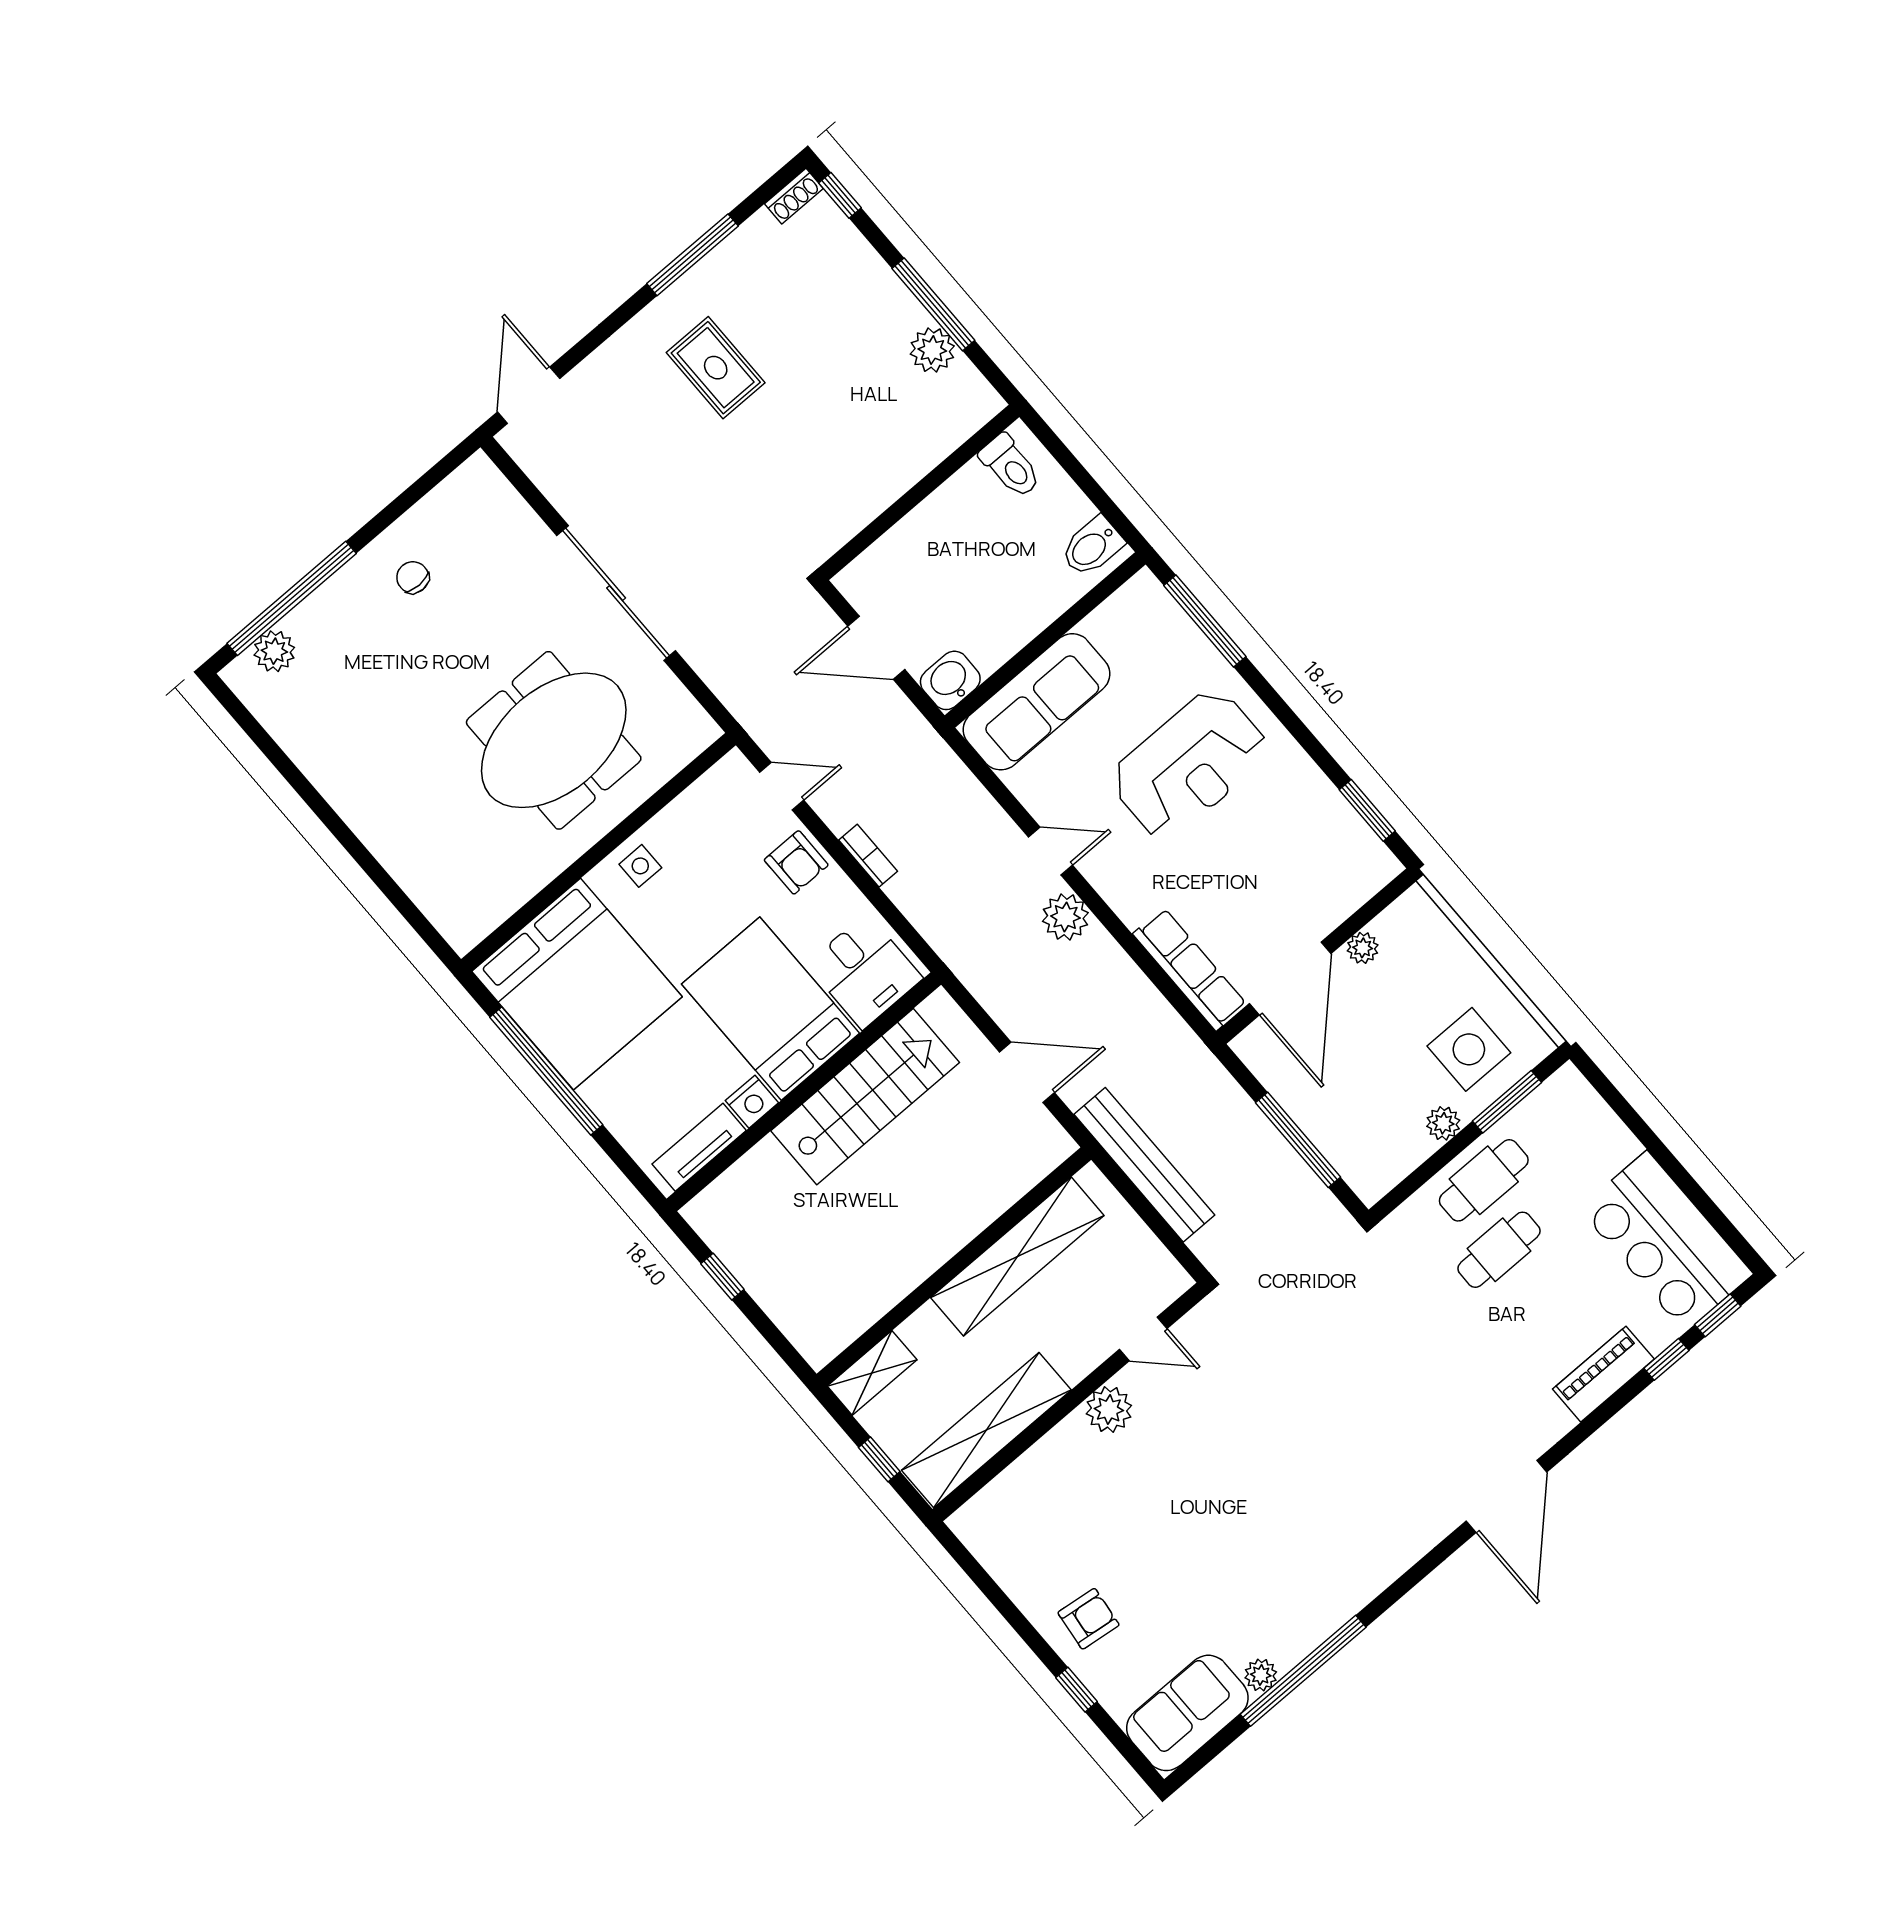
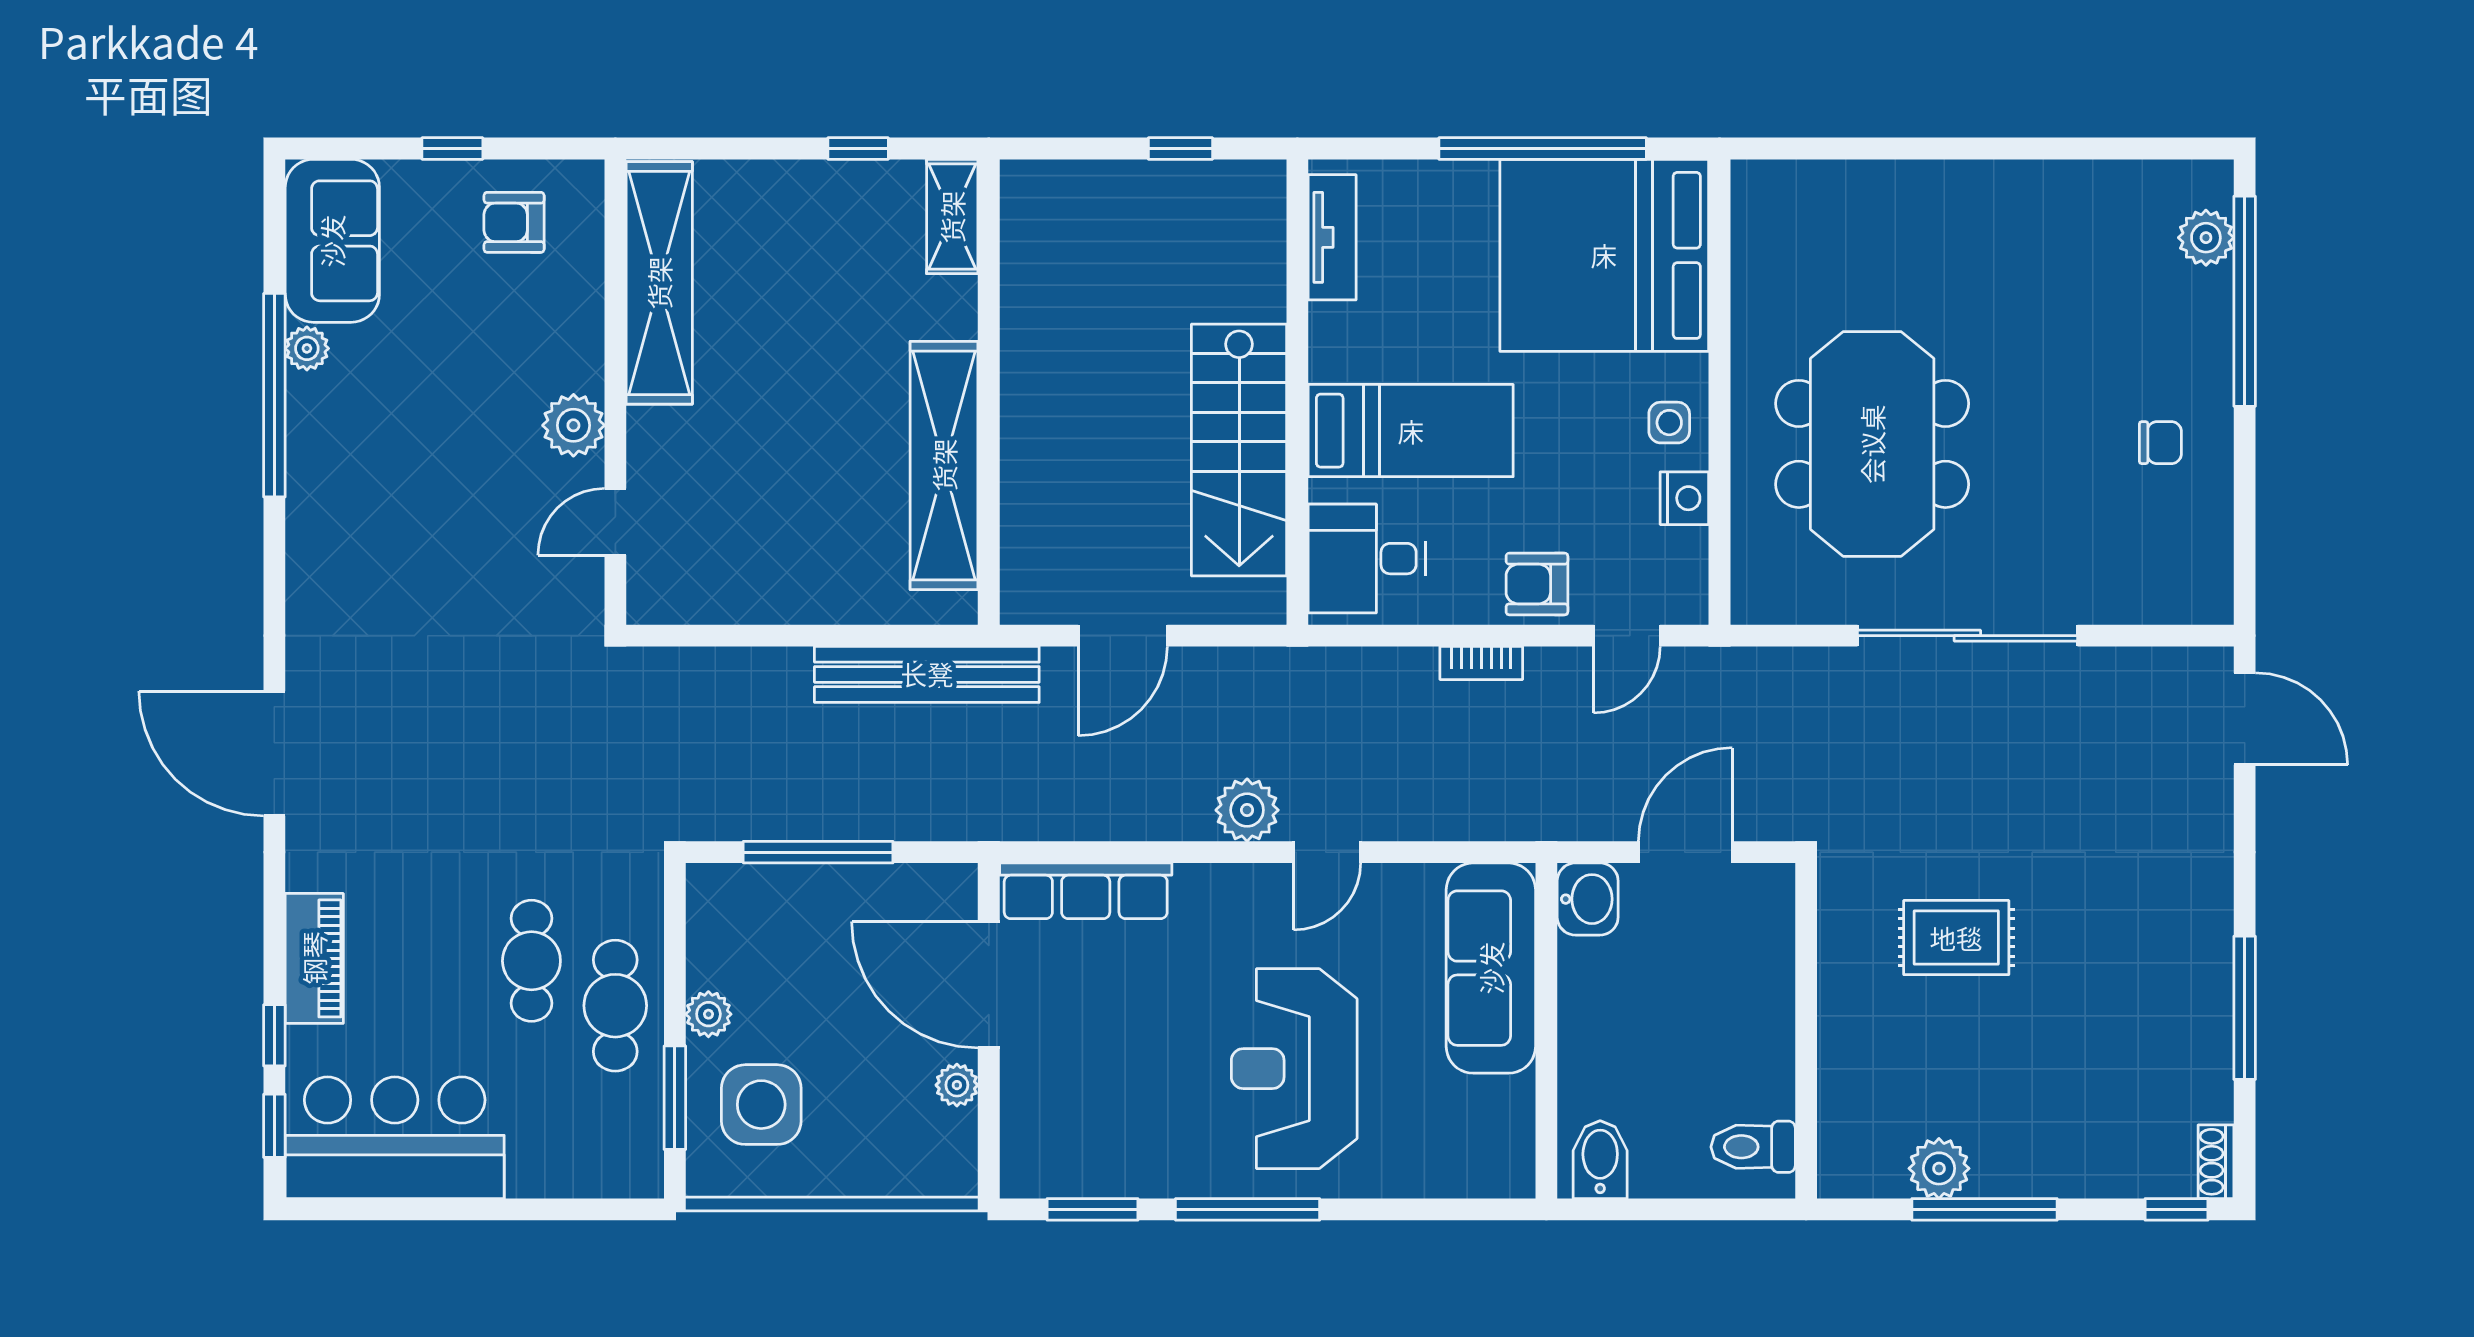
rug: (716, 368) -> (1956, 938), moved
window: (1205, 621) -> (1248, 1209), moved
bed: (771, 1009) -> (1411, 431), width x0.67
nightstand: (752, 1102) -> (1684, 498), moved, turned 180
door: (1143, 1339) -> (615, 522), moved
wall: (1070, 1402) -> (615, 392), moved
plant: (1109, 1410) -> (573, 425), moved
shelving: (986, 1430) -> (659, 283), moved
armchair: (1088, 1619) -> (514, 222), turned 83

